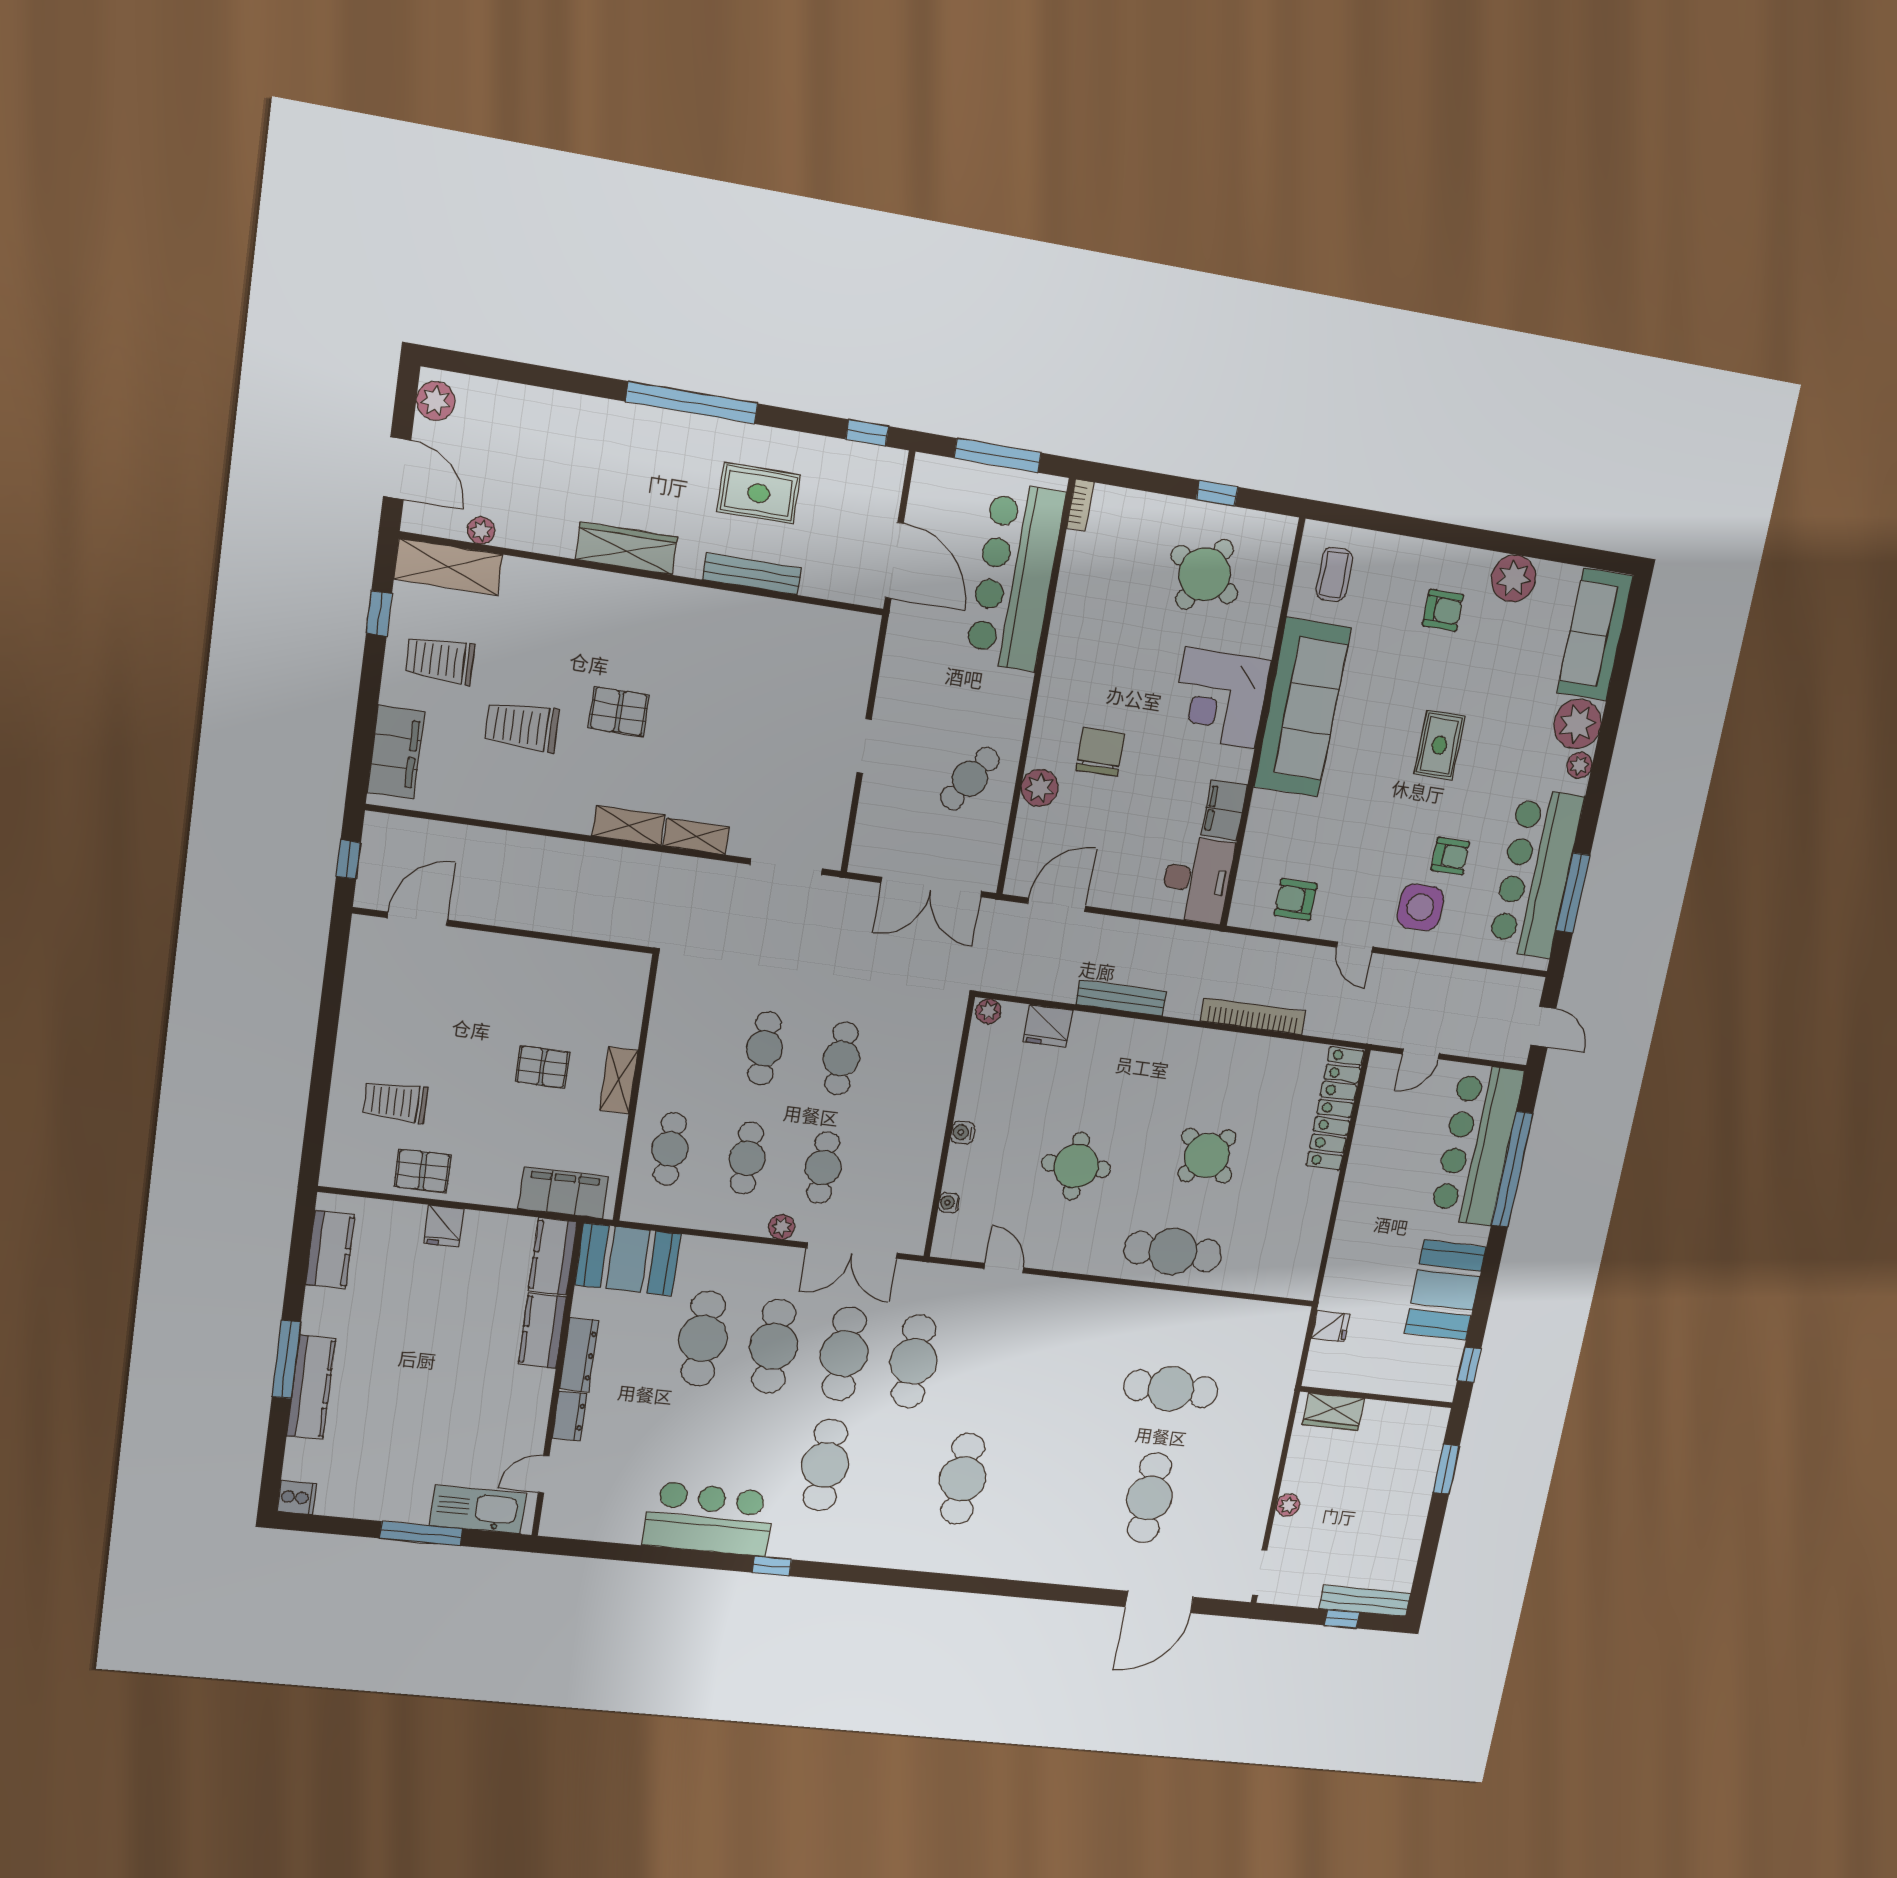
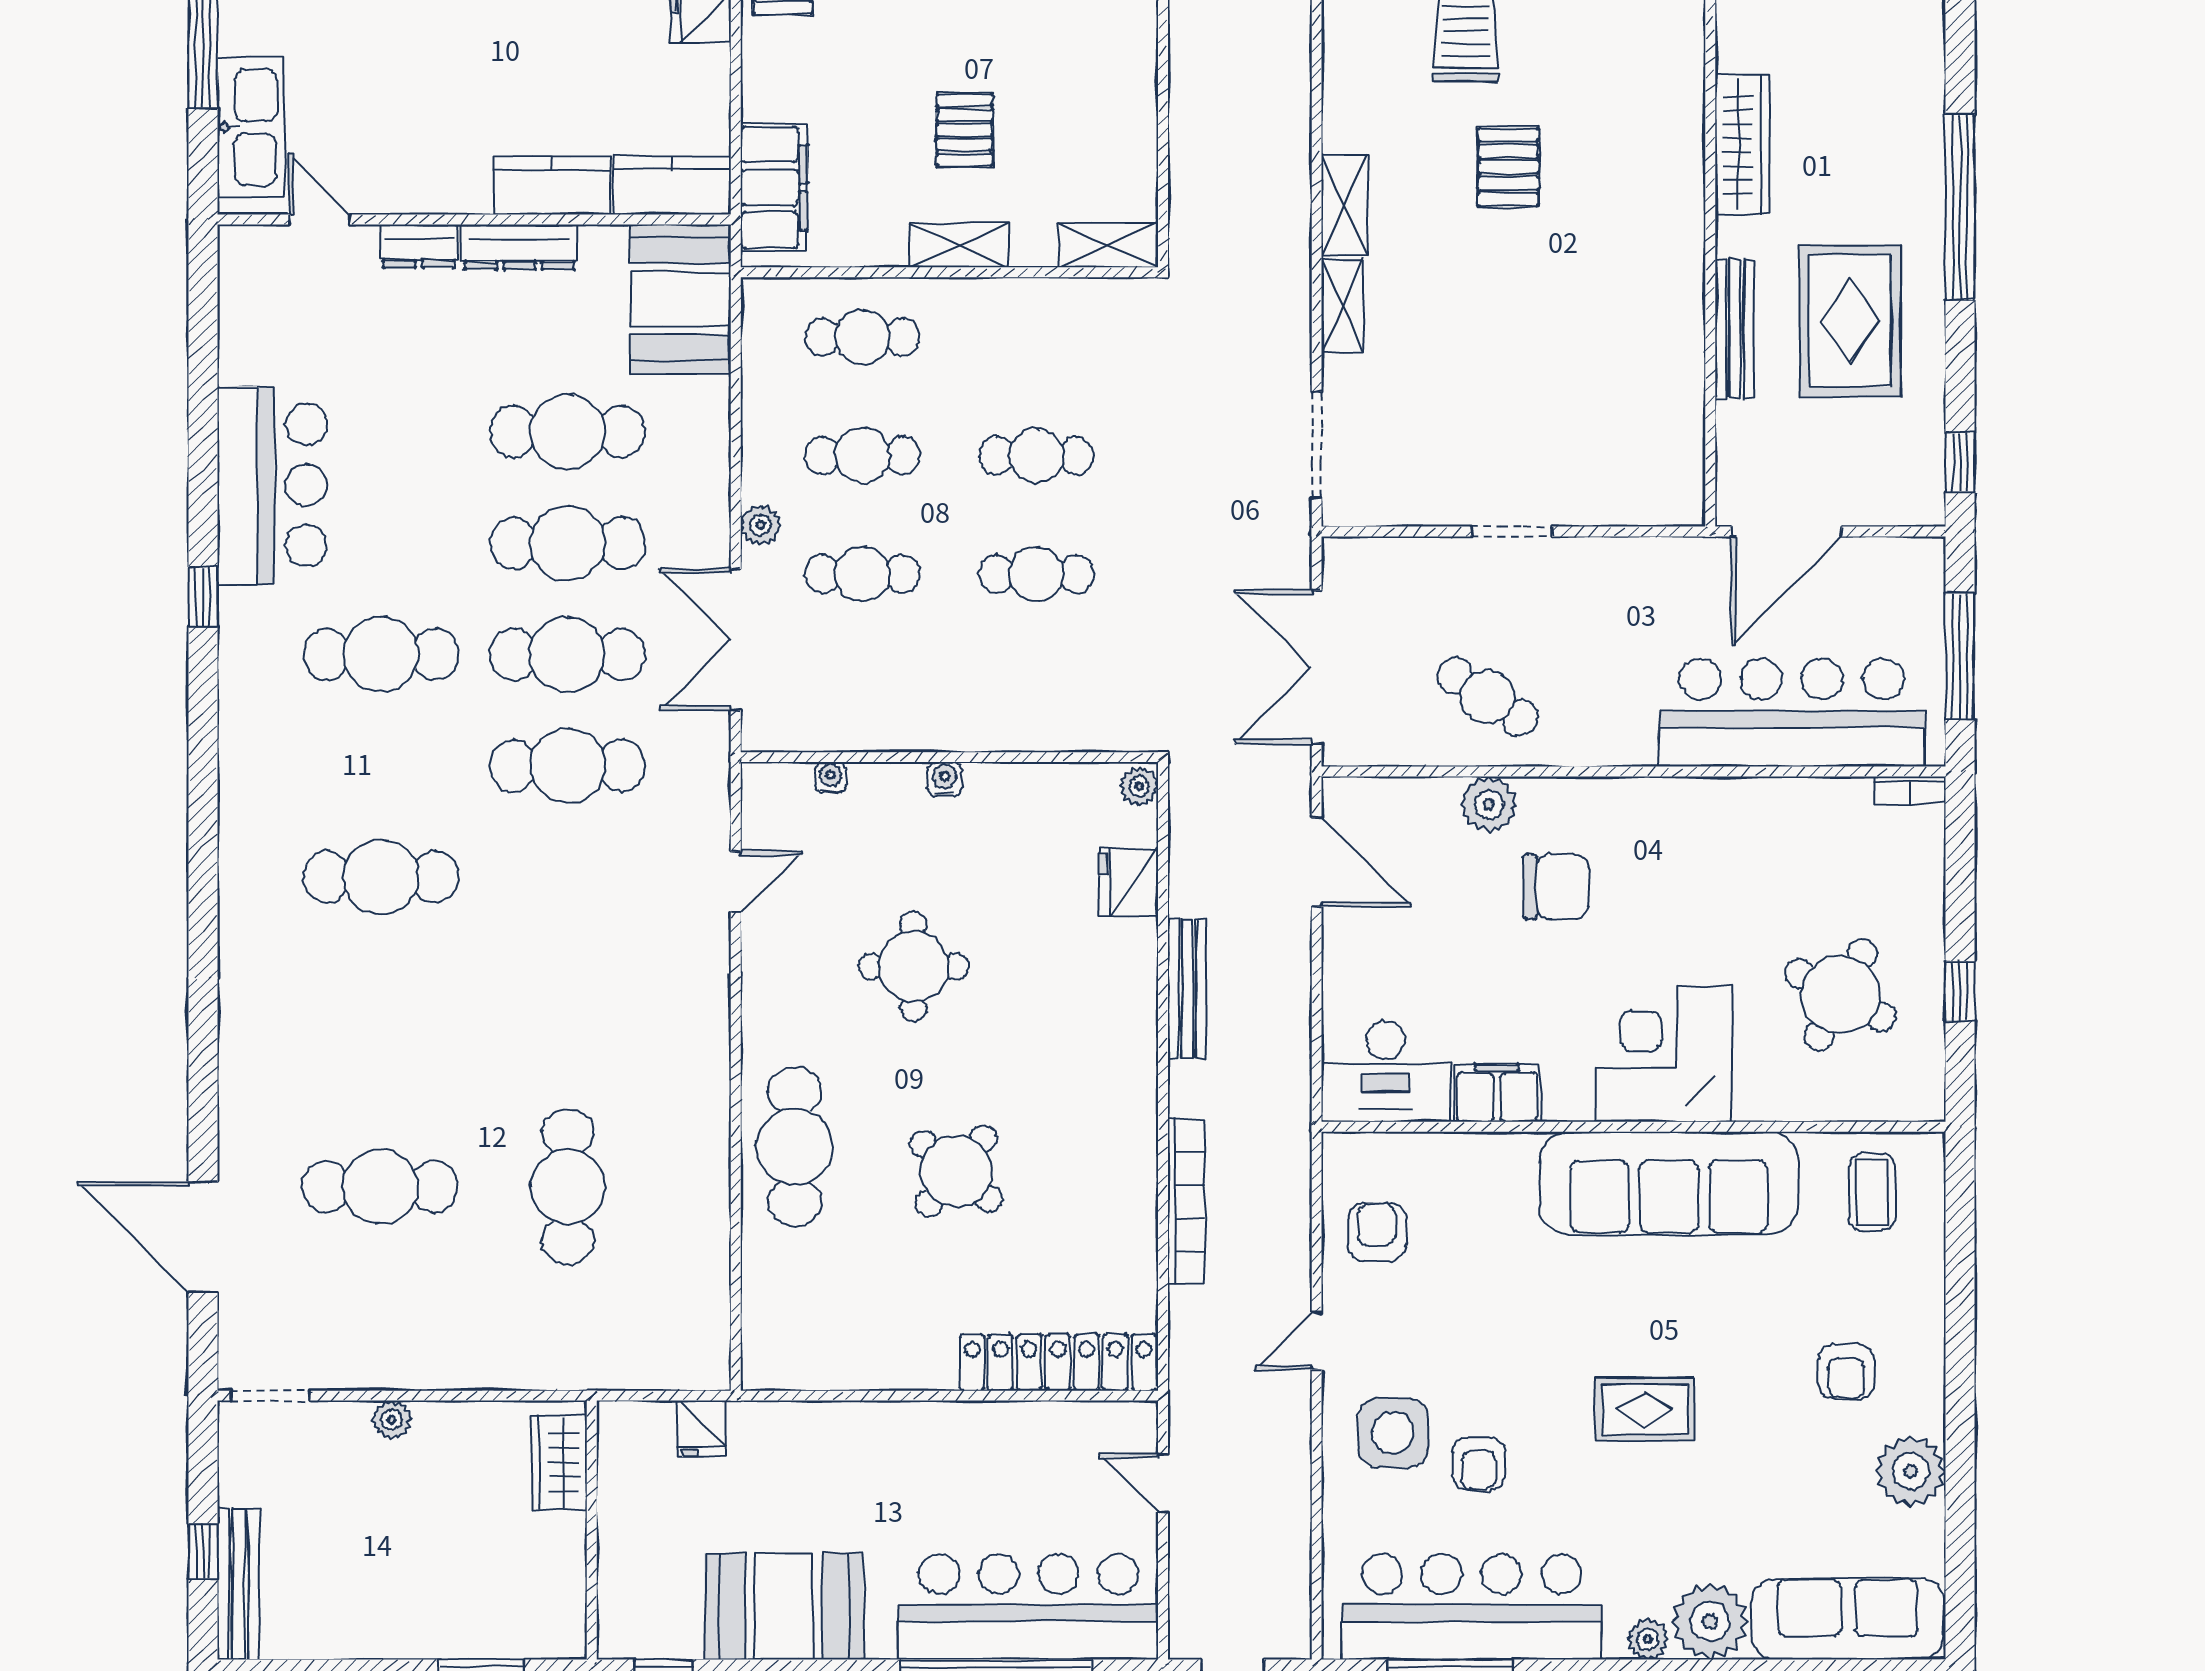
rug: (759, 493) -> (1850, 321), width x1.36, depth x1.43
coffee table: (1334, 574) -> (1872, 1192), turned 90
shelving: (633, 984) -> (1109, 245), added

